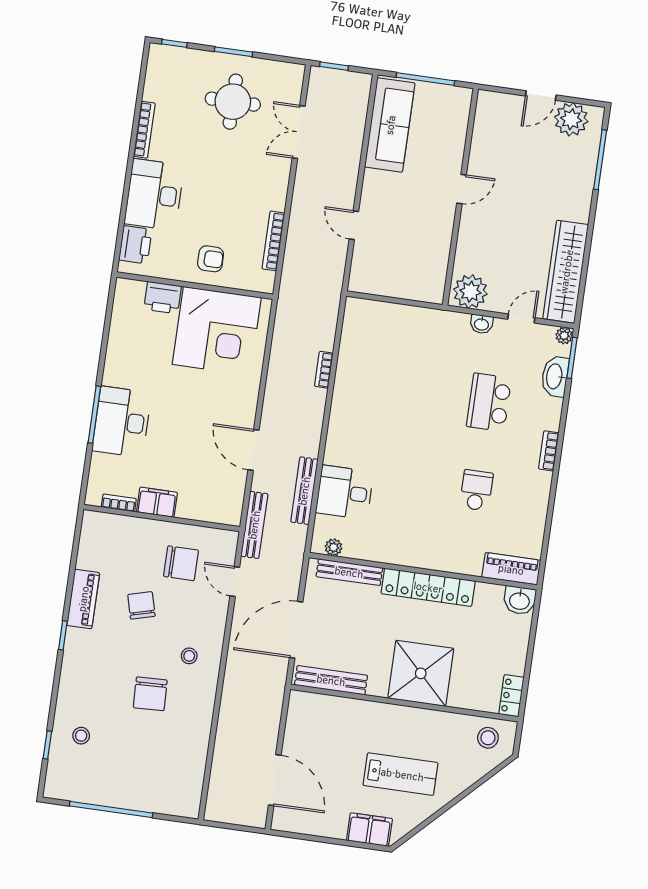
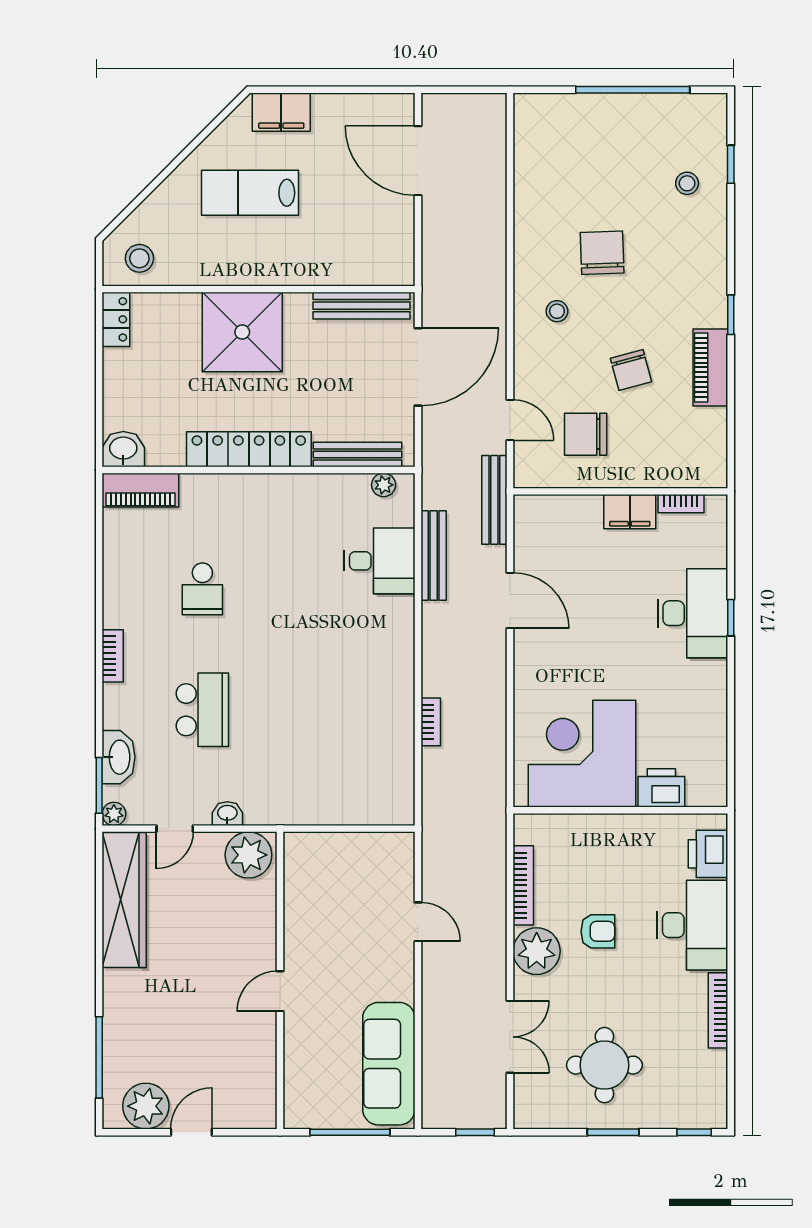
plant: (270, 192) -> (537, 951), added
armchair: (211, 259) -> (598, 931), moved, turned 180
window: (94, 415) -> (731, 618), width x0.46

